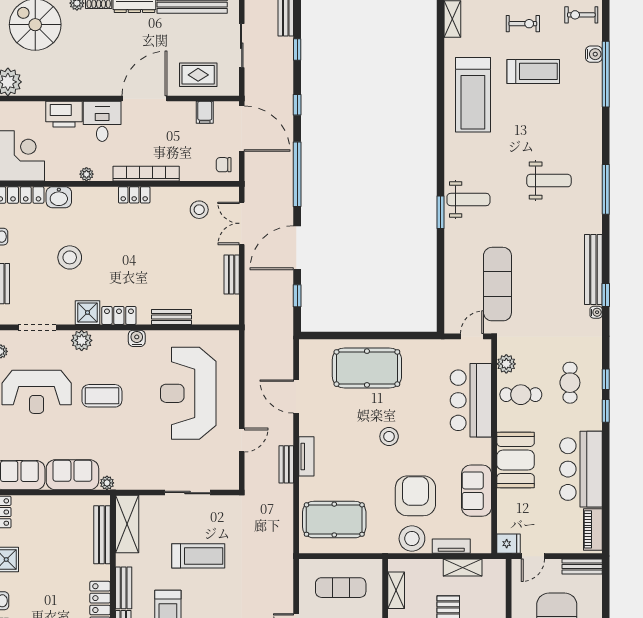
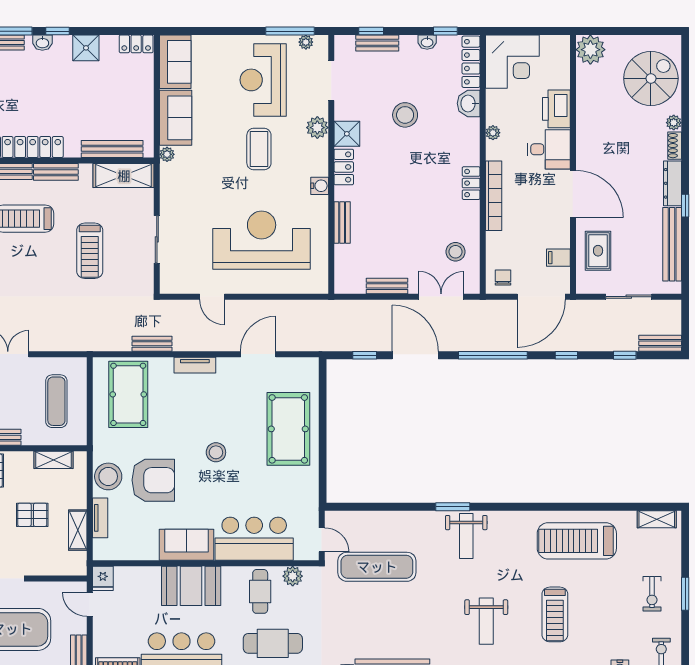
treadmill: (533, 71) -> (555, 614), moved
cafe table: (570, 383) -> (273, 643), width x1.37, depth x1.35
bench: (286, 464) -> (152, 344), moved
sofa: (477, 491) -> (187, 545), moved

